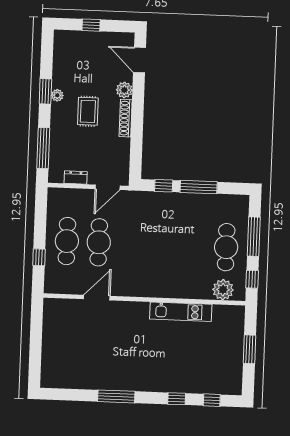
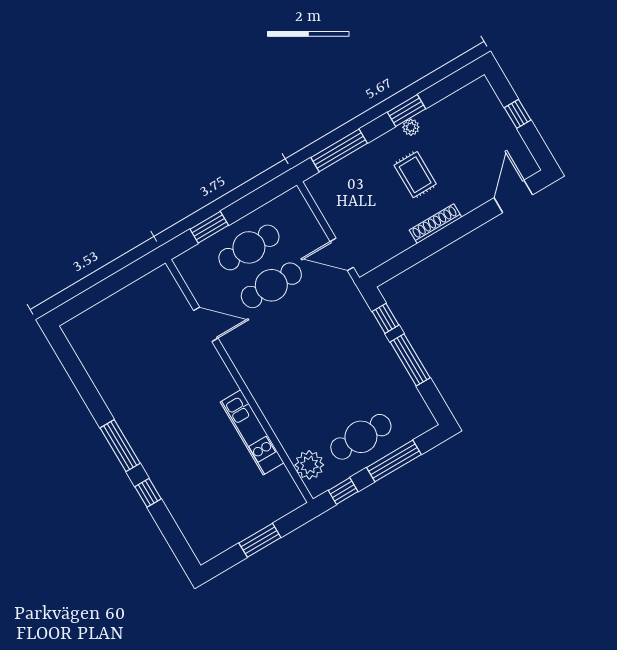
plant: (124, 90) -> (467, 201), removed
rug: (88, 111) -> (415, 175), turned 90
dresser: (76, 178) -> (329, 210), removed
window: (39, 257) -> (209, 227), width x1.50
window: (116, 396) -> (120, 446), moved
window: (212, 400) -> (173, 535), removed

